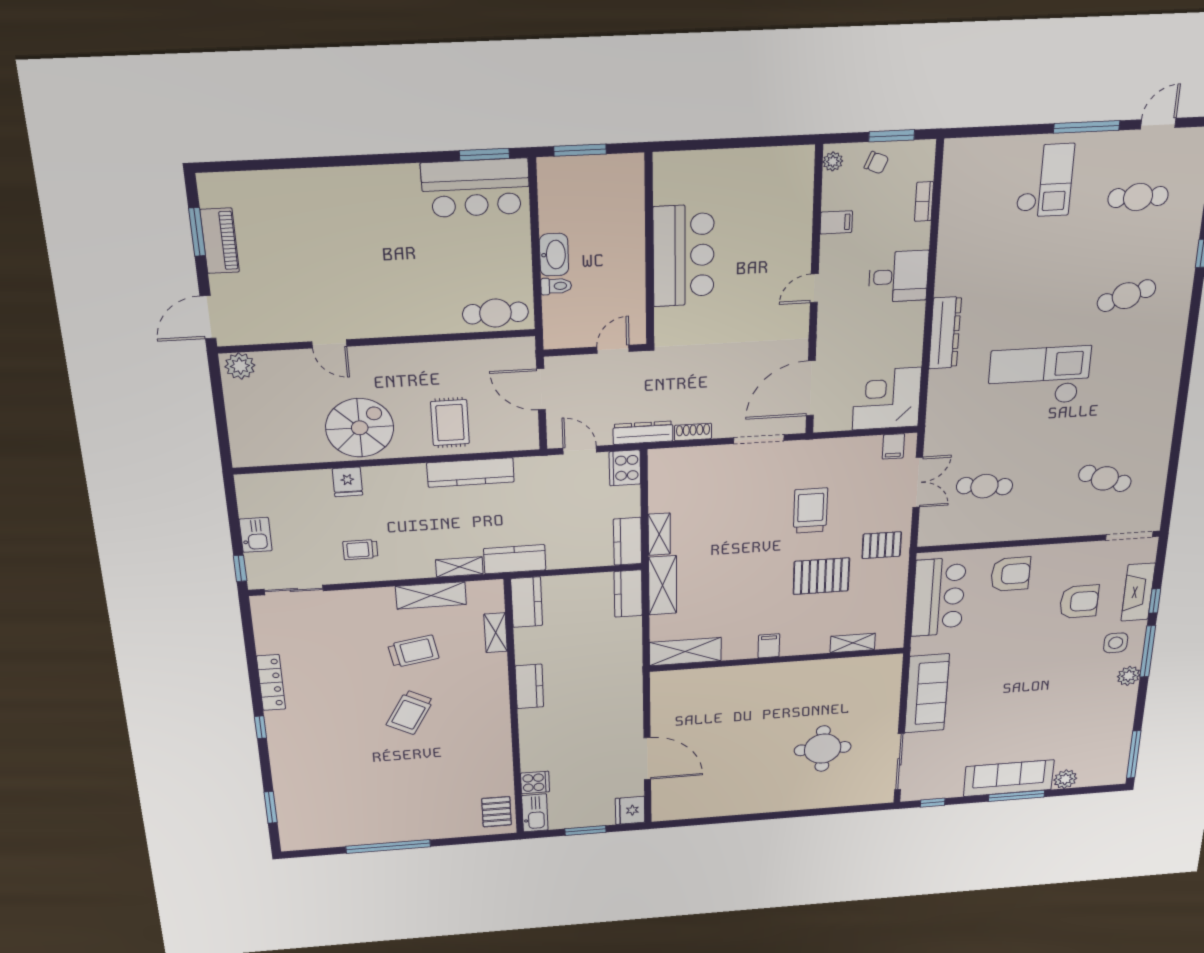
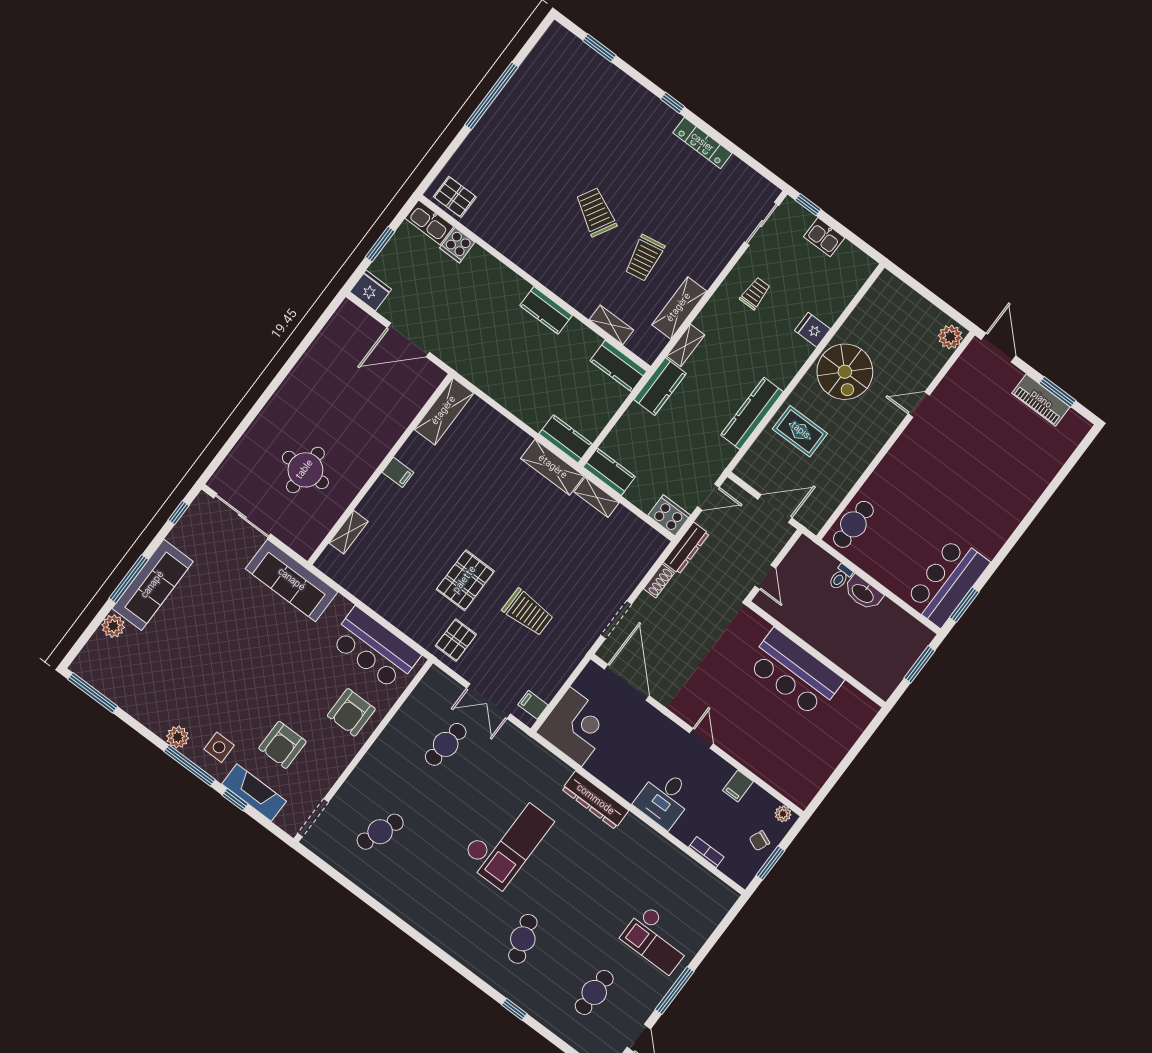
shelving: (853, 643) -> (349, 532), moved
filing cabinet: (769, 646) -> (398, 472), moved
shelving: (685, 652) -> (444, 411), moved
wall: (777, 660) -> (380, 469), moved

